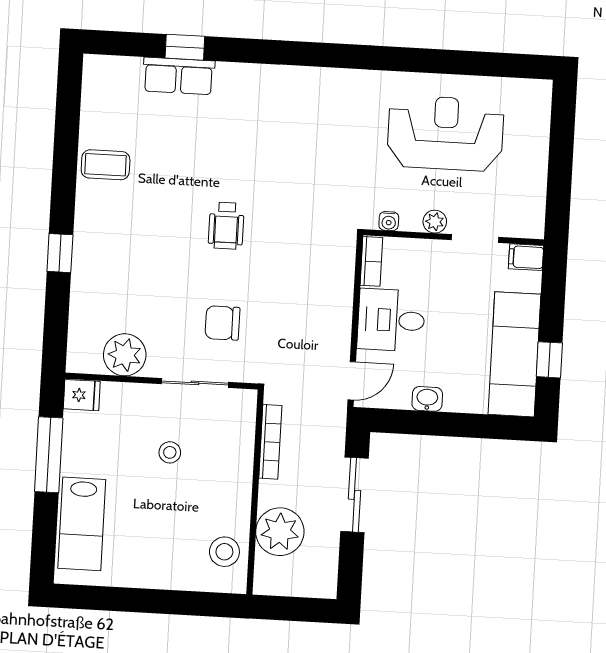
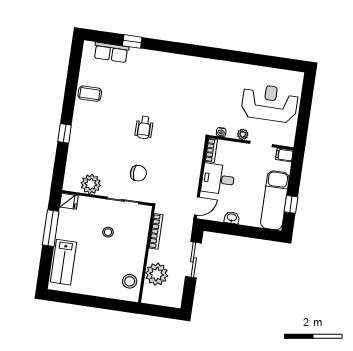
row of seats: (179, 76) -> (111, 52), moved
reception desk: (445, 133) -> (270, 103), moved
chair: (222, 323) -> (138, 173), turned 180

